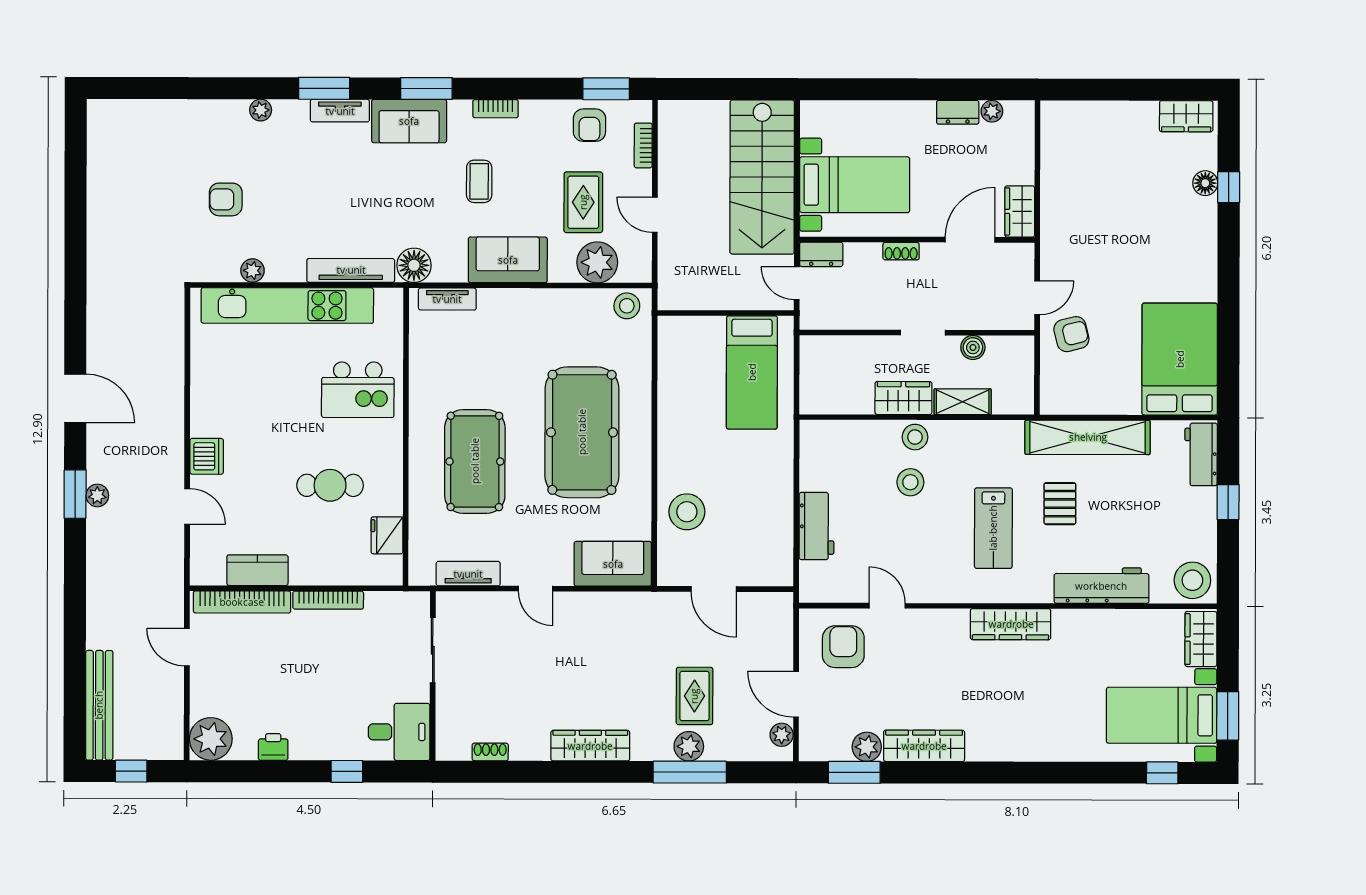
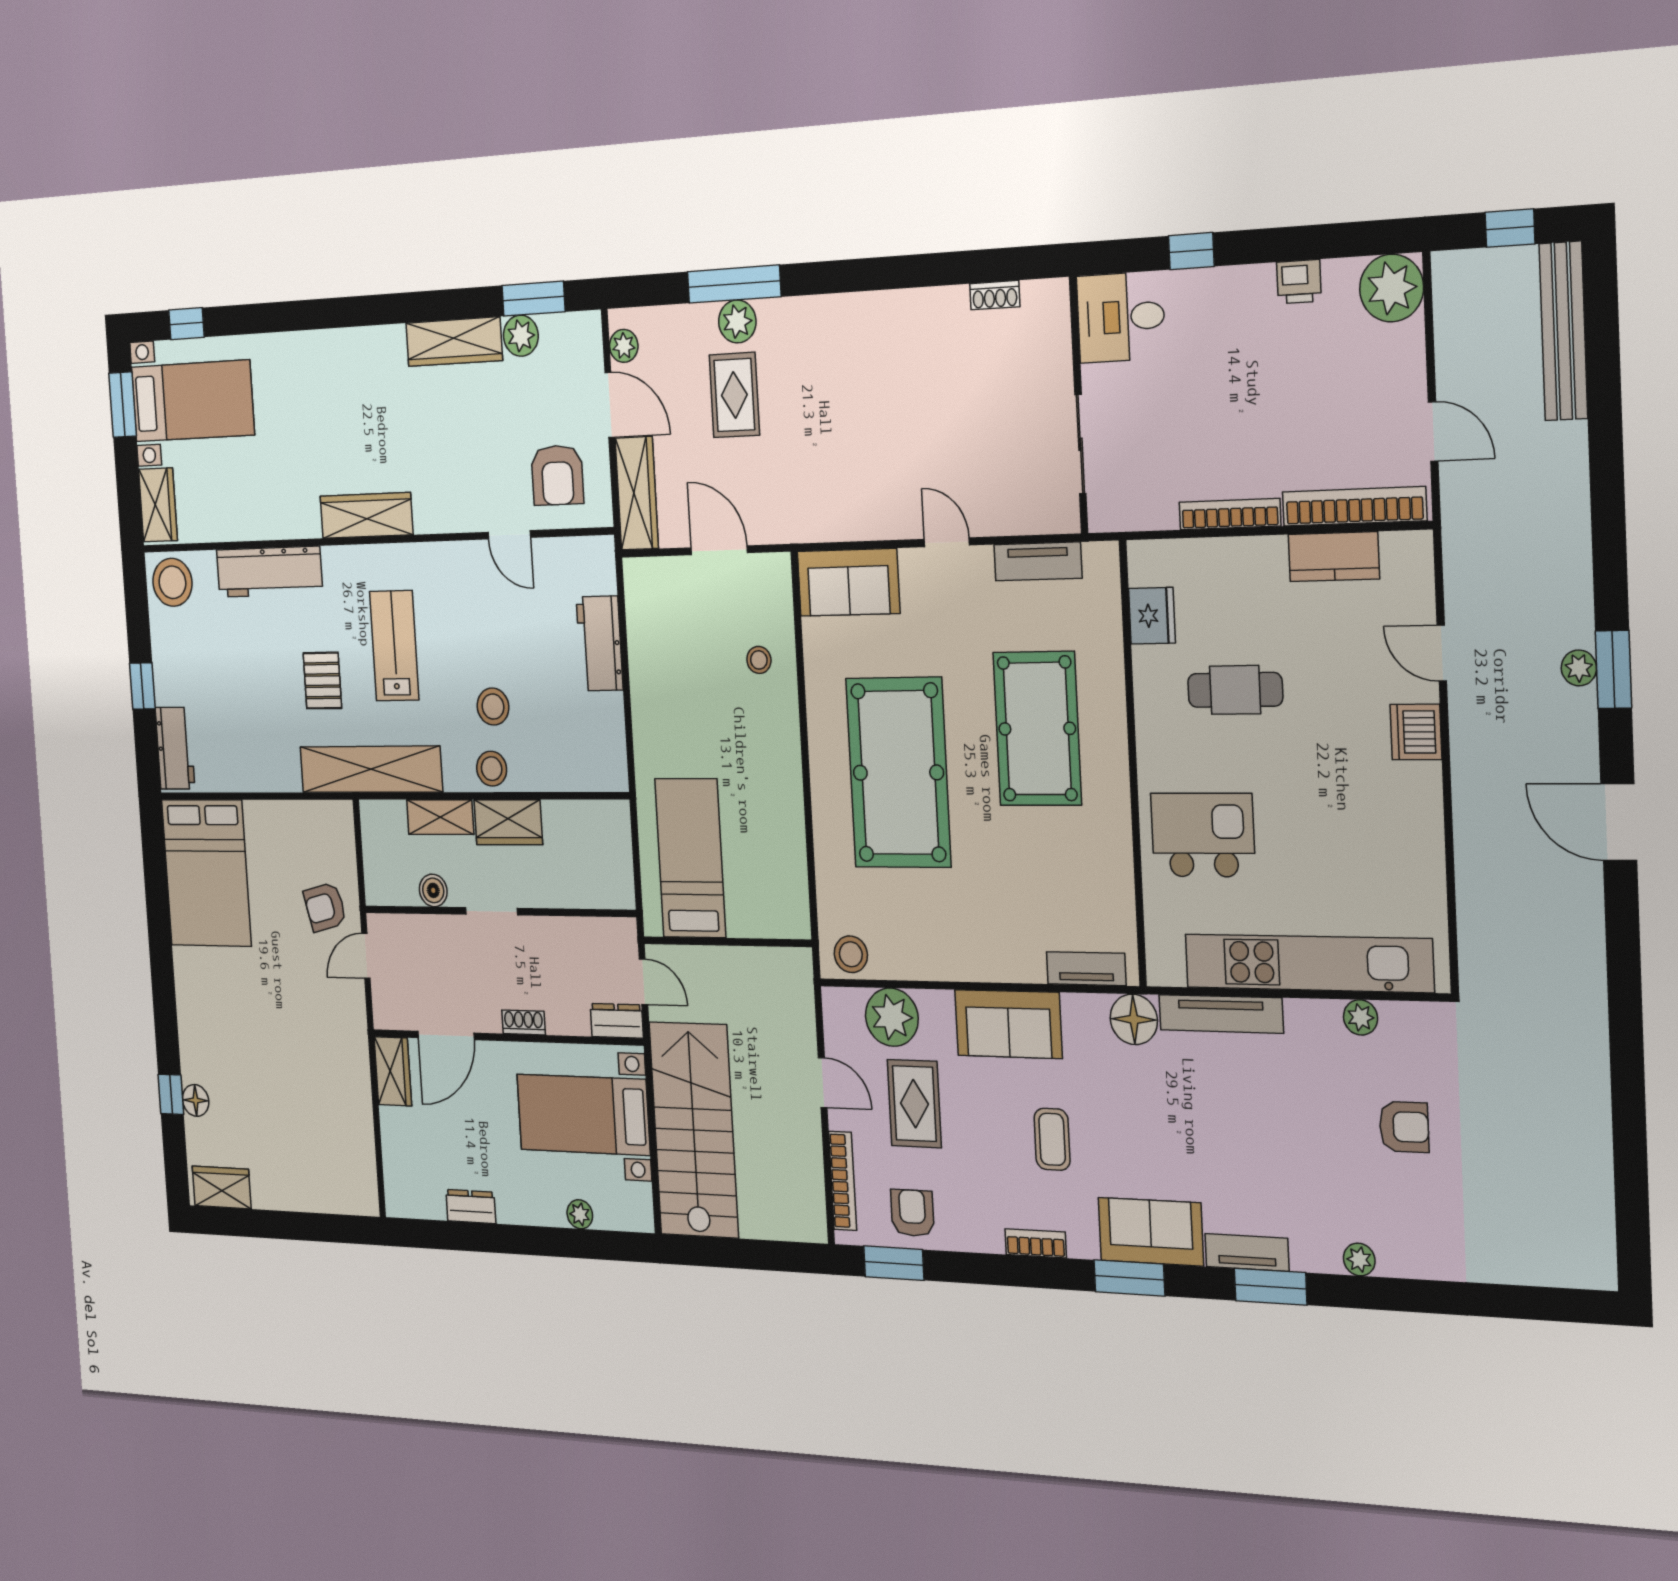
plant: (992, 111) -> (580, 1214), moved
bookcase: (643, 145) -> (843, 1181), width x1.56
shelving: (1088, 437) -> (371, 769), moved
stool: (687, 512) -> (759, 660), width x0.53, depth x0.53
wardrobe: (590, 746) -> (637, 493), moved, turned -90

